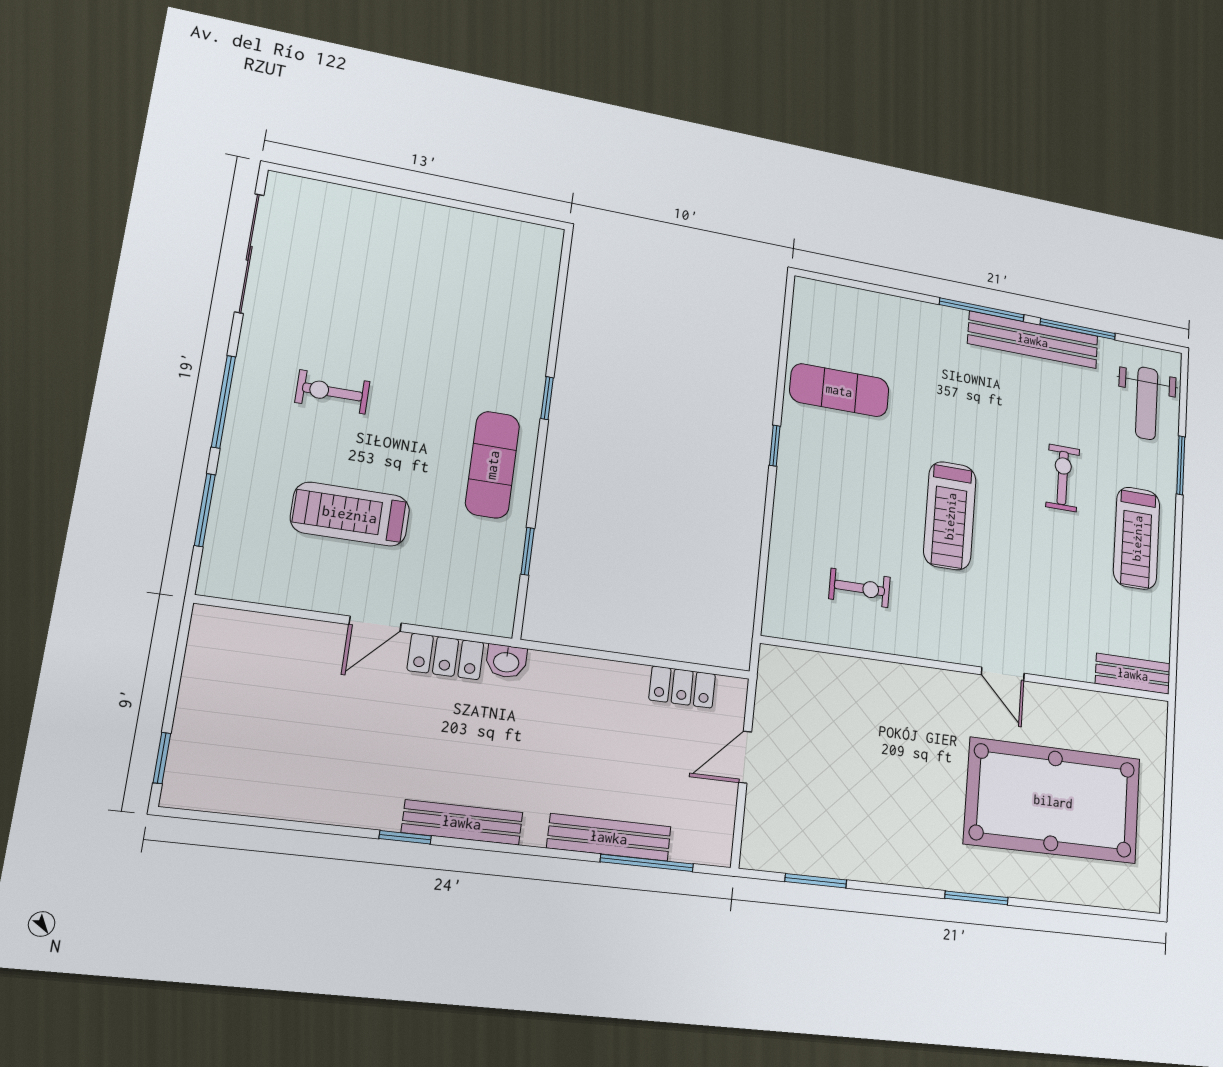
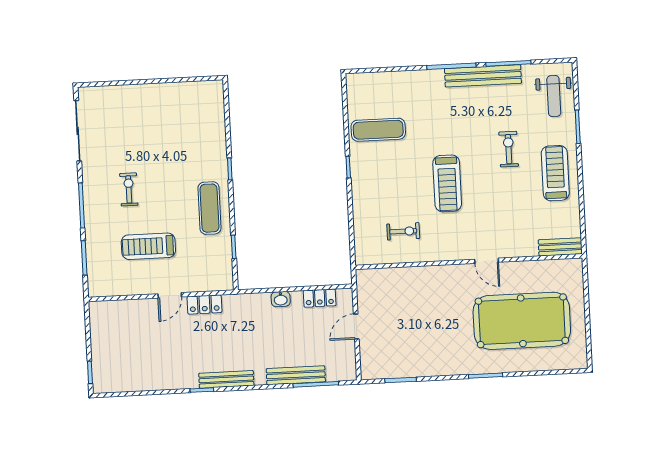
exercise bike: (332, 392) -> (129, 189), turned 90
treadmill: (1137, 538) -> (555, 173), turned 180
washbasin: (506, 661) -> (281, 299), moved

